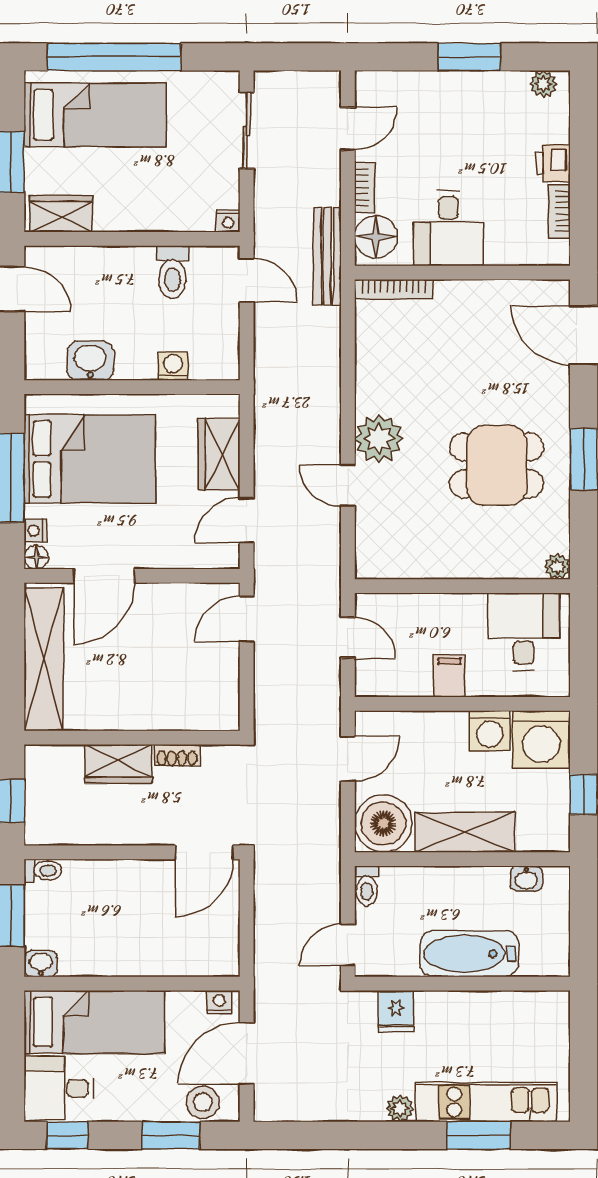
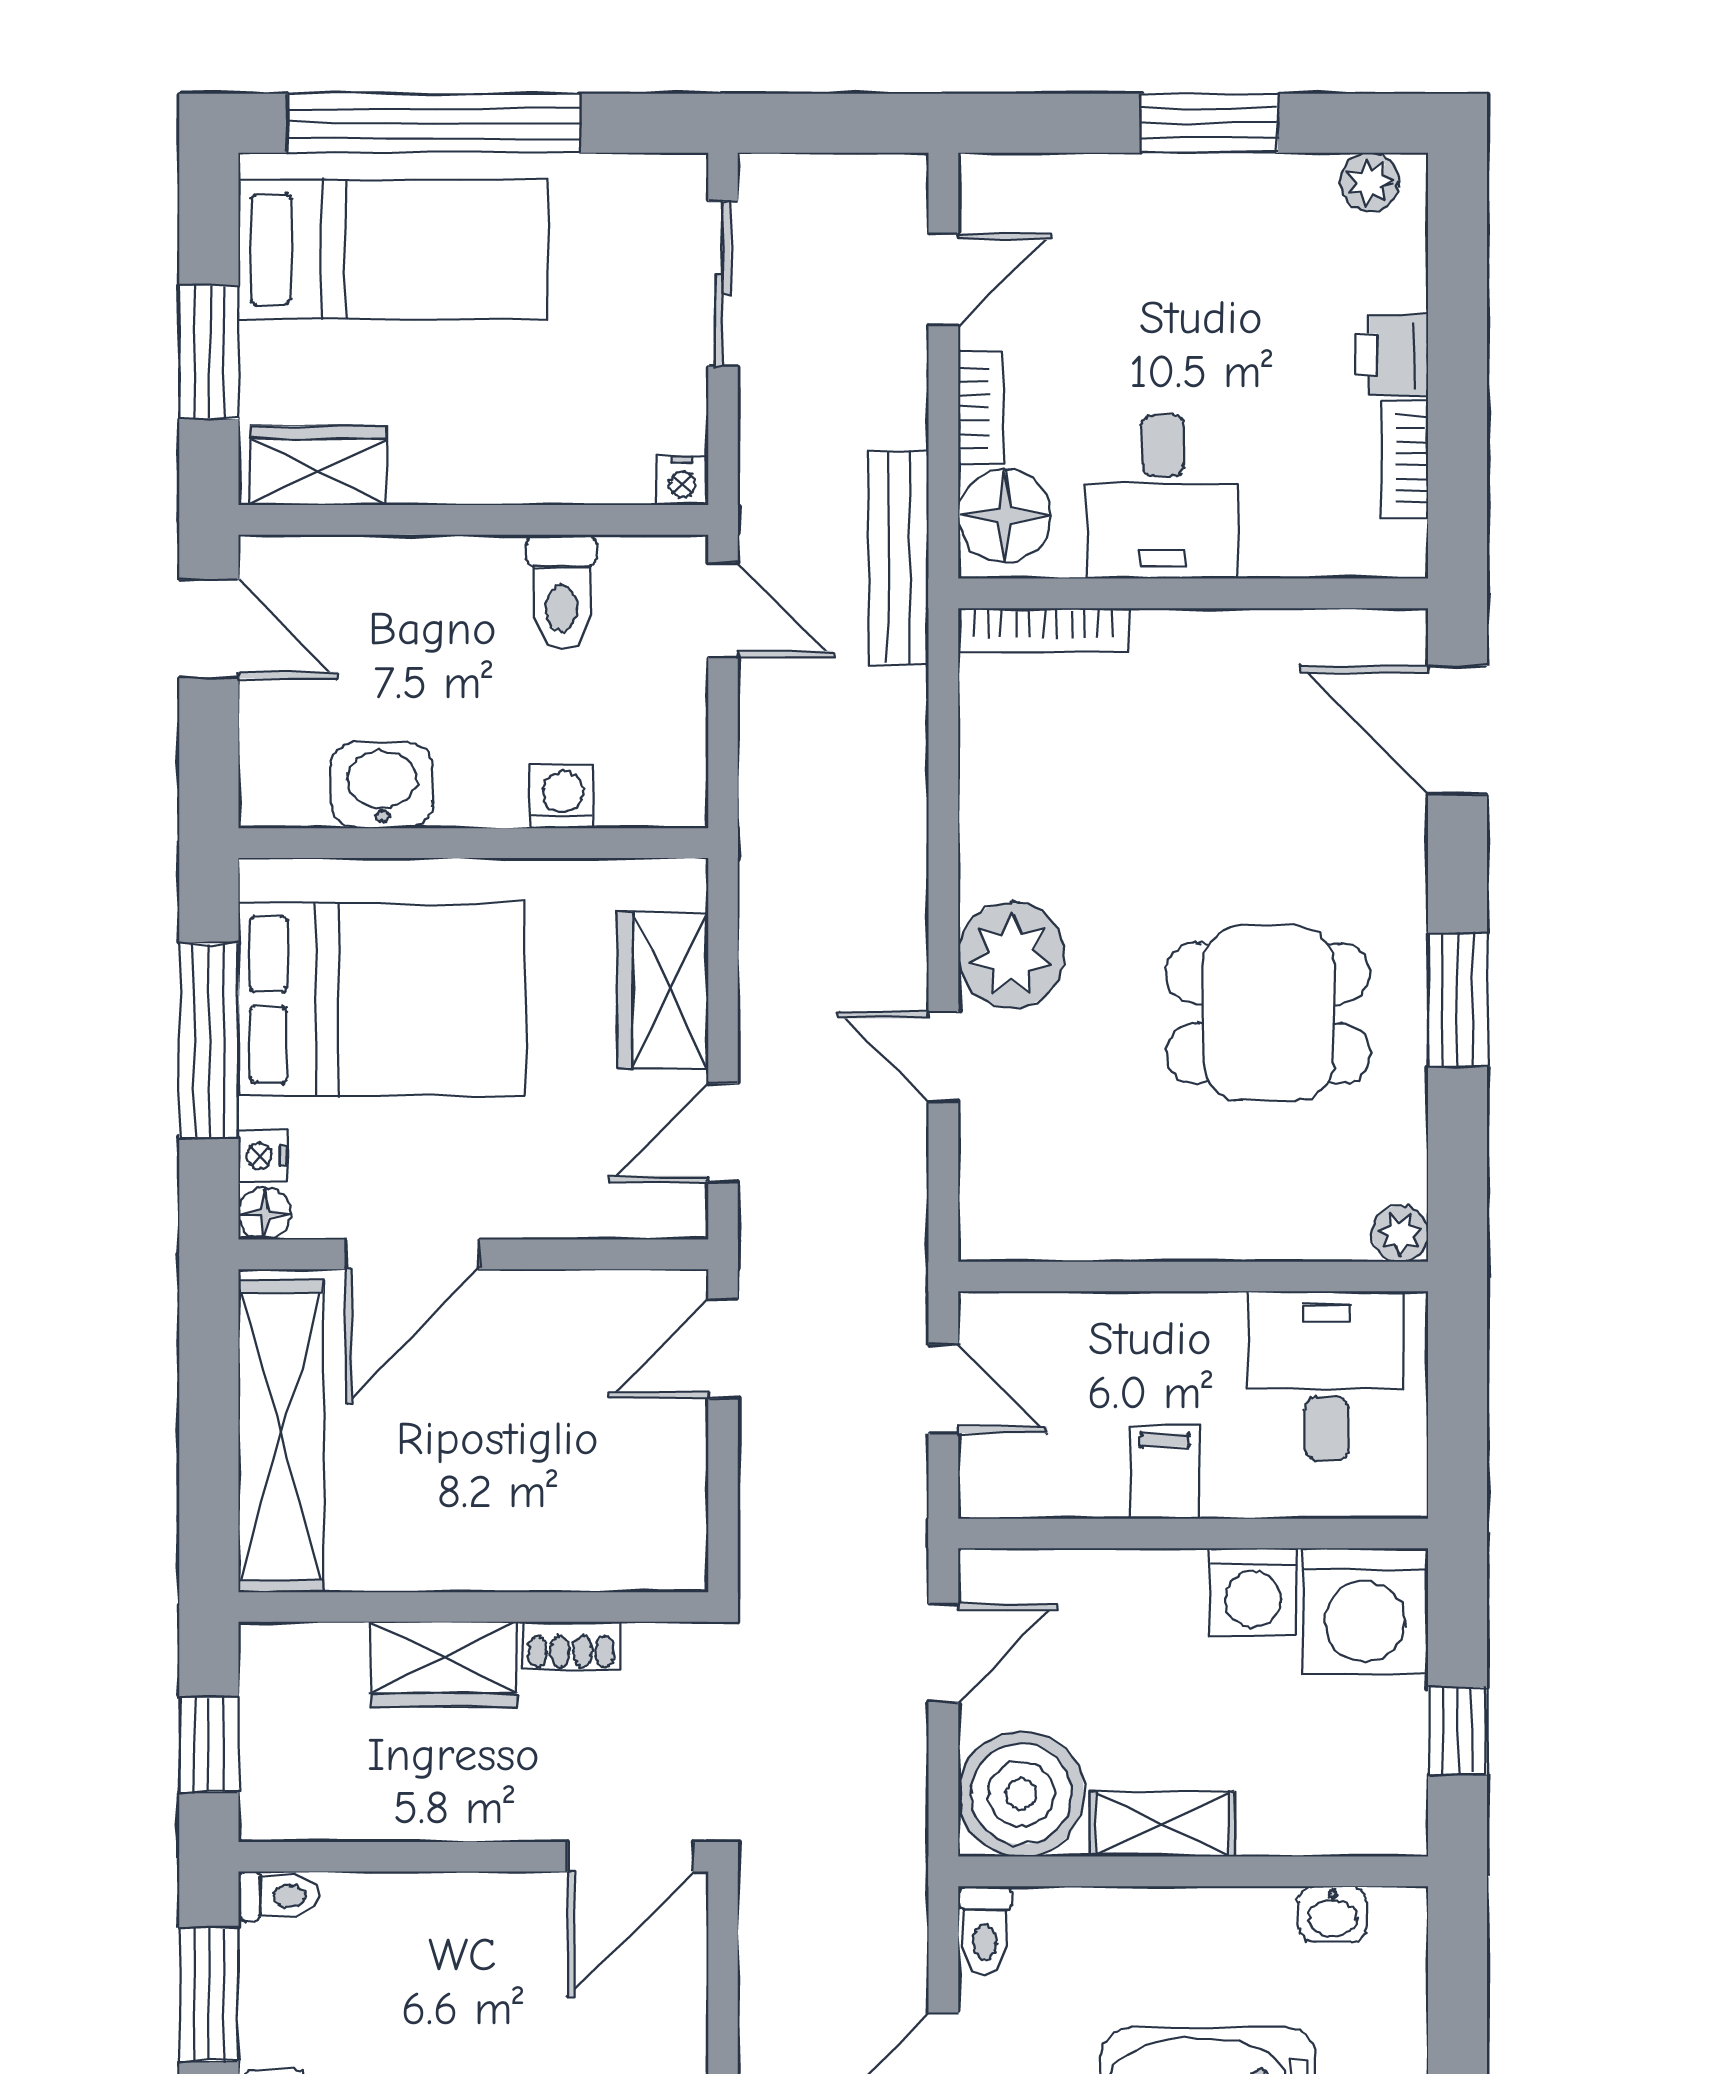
shelving: (465, 832) -> (1162, 1824), width x0.67, depth x0.75

